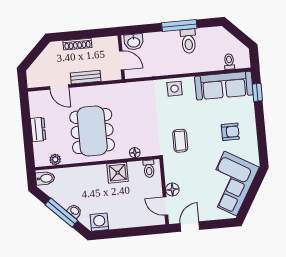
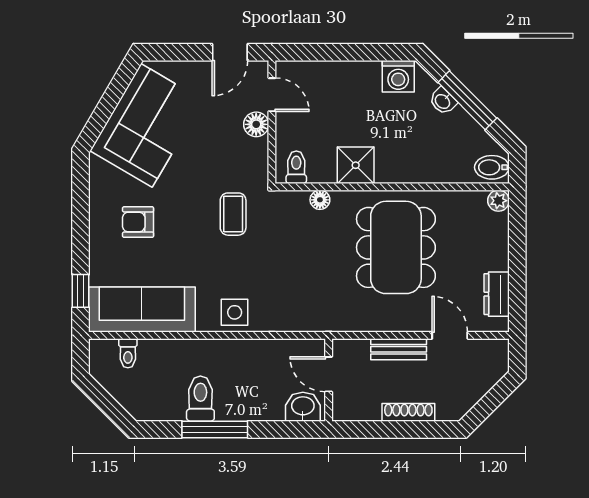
dresser: (38, 129) -> (497, 294), moved
plant: (55, 160) -> (498, 201), moved

